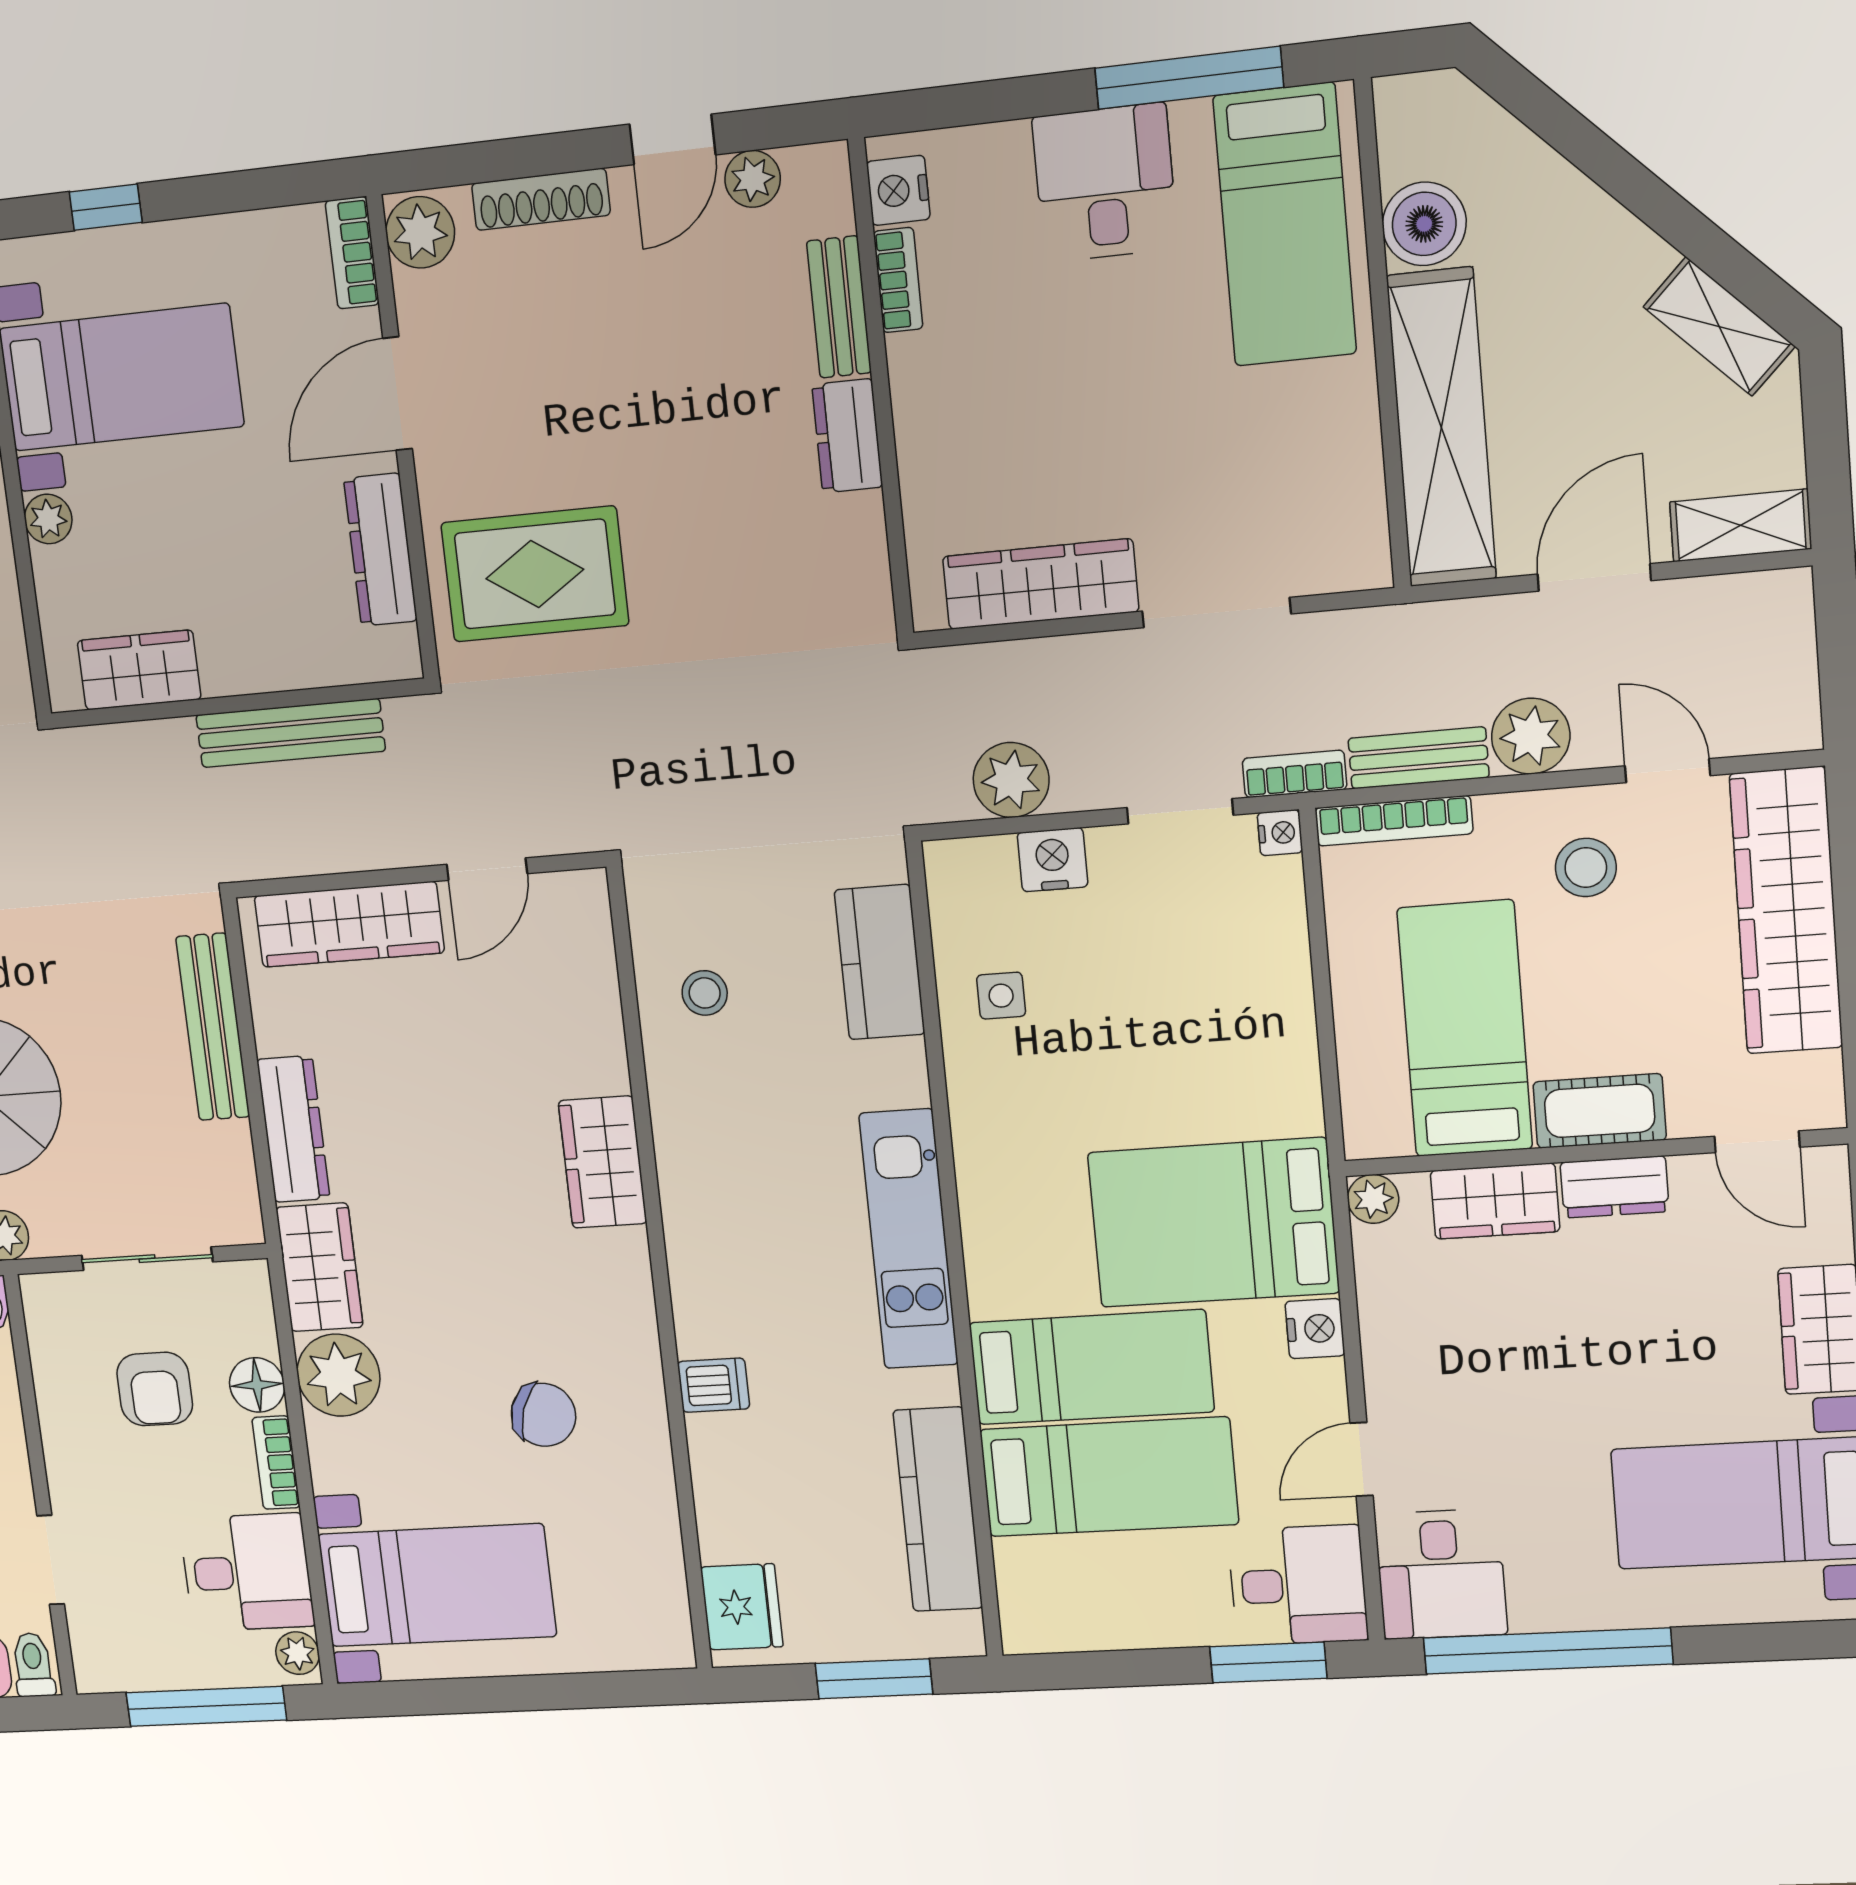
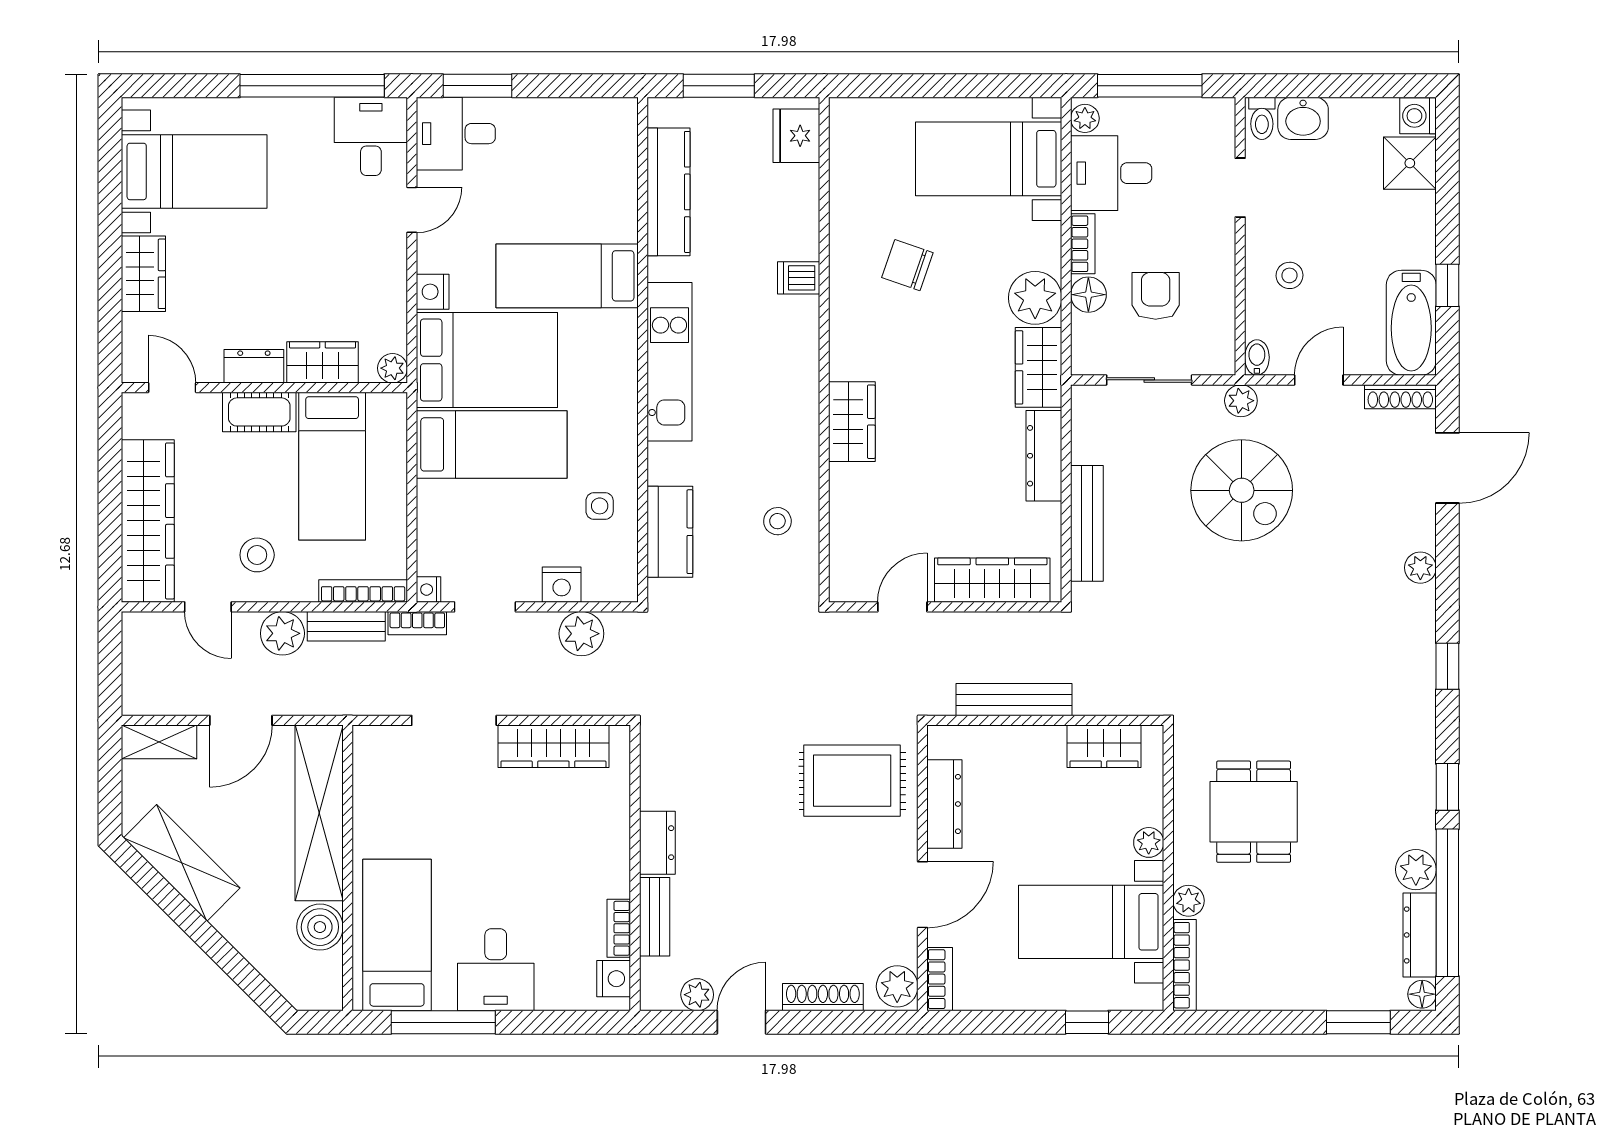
shelving: (1719, 327) -> (182, 863), width x1.50, depth x1.33
bed: (1109, 1477) -> (492, 444), moved, turned 180

